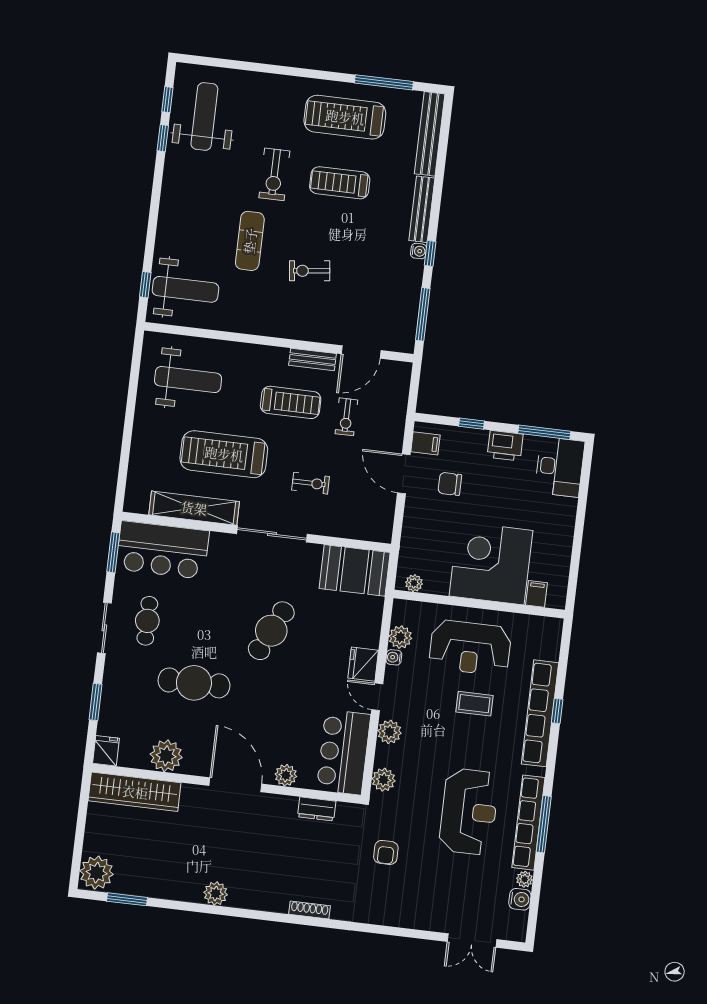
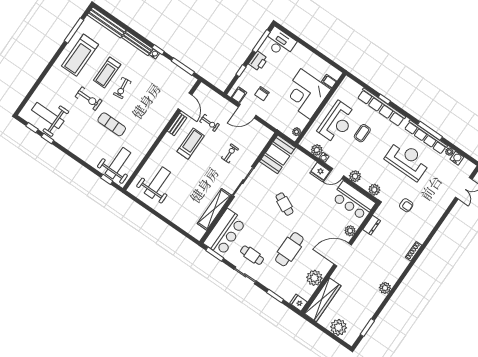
exercise bike: (310, 271) -> (122, 88), moved
treadmill: (224, 454) -> (198, 184), removed
cafe table: (271, 631) -> (285, 204), width x0.73, depth x0.74
plant: (97, 873) -> (339, 327), moved

